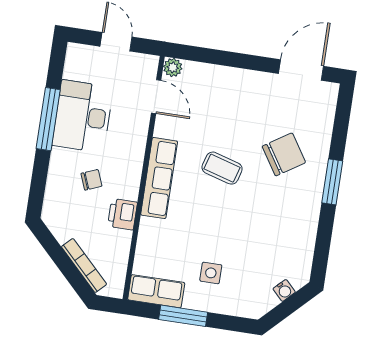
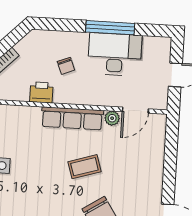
plant: (173, 67) -> (112, 118), moved
coffee table: (222, 168) -> (84, 167), turned 57

